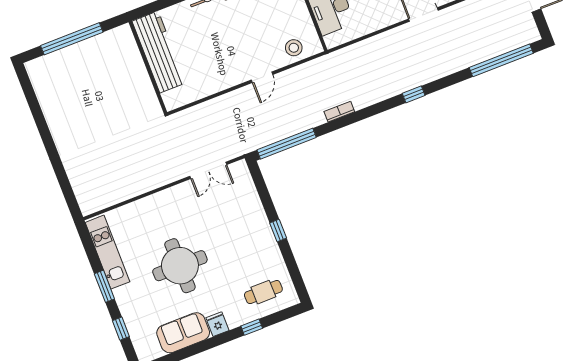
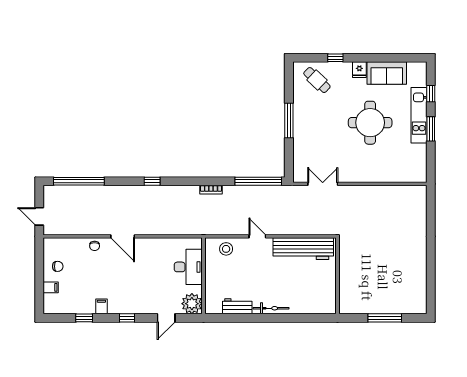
window: (72, 39) -> (385, 318), width x0.68
workbench: (159, 52) -> (303, 249), moved, turned -90
door: (262, 77) -> (257, 236), hinge flipped
window: (278, 231) -> (289, 121), width x2.17
kitchen unit: (107, 252) -> (419, 115), moved
cafe table: (263, 292) -> (317, 80), turned 43

